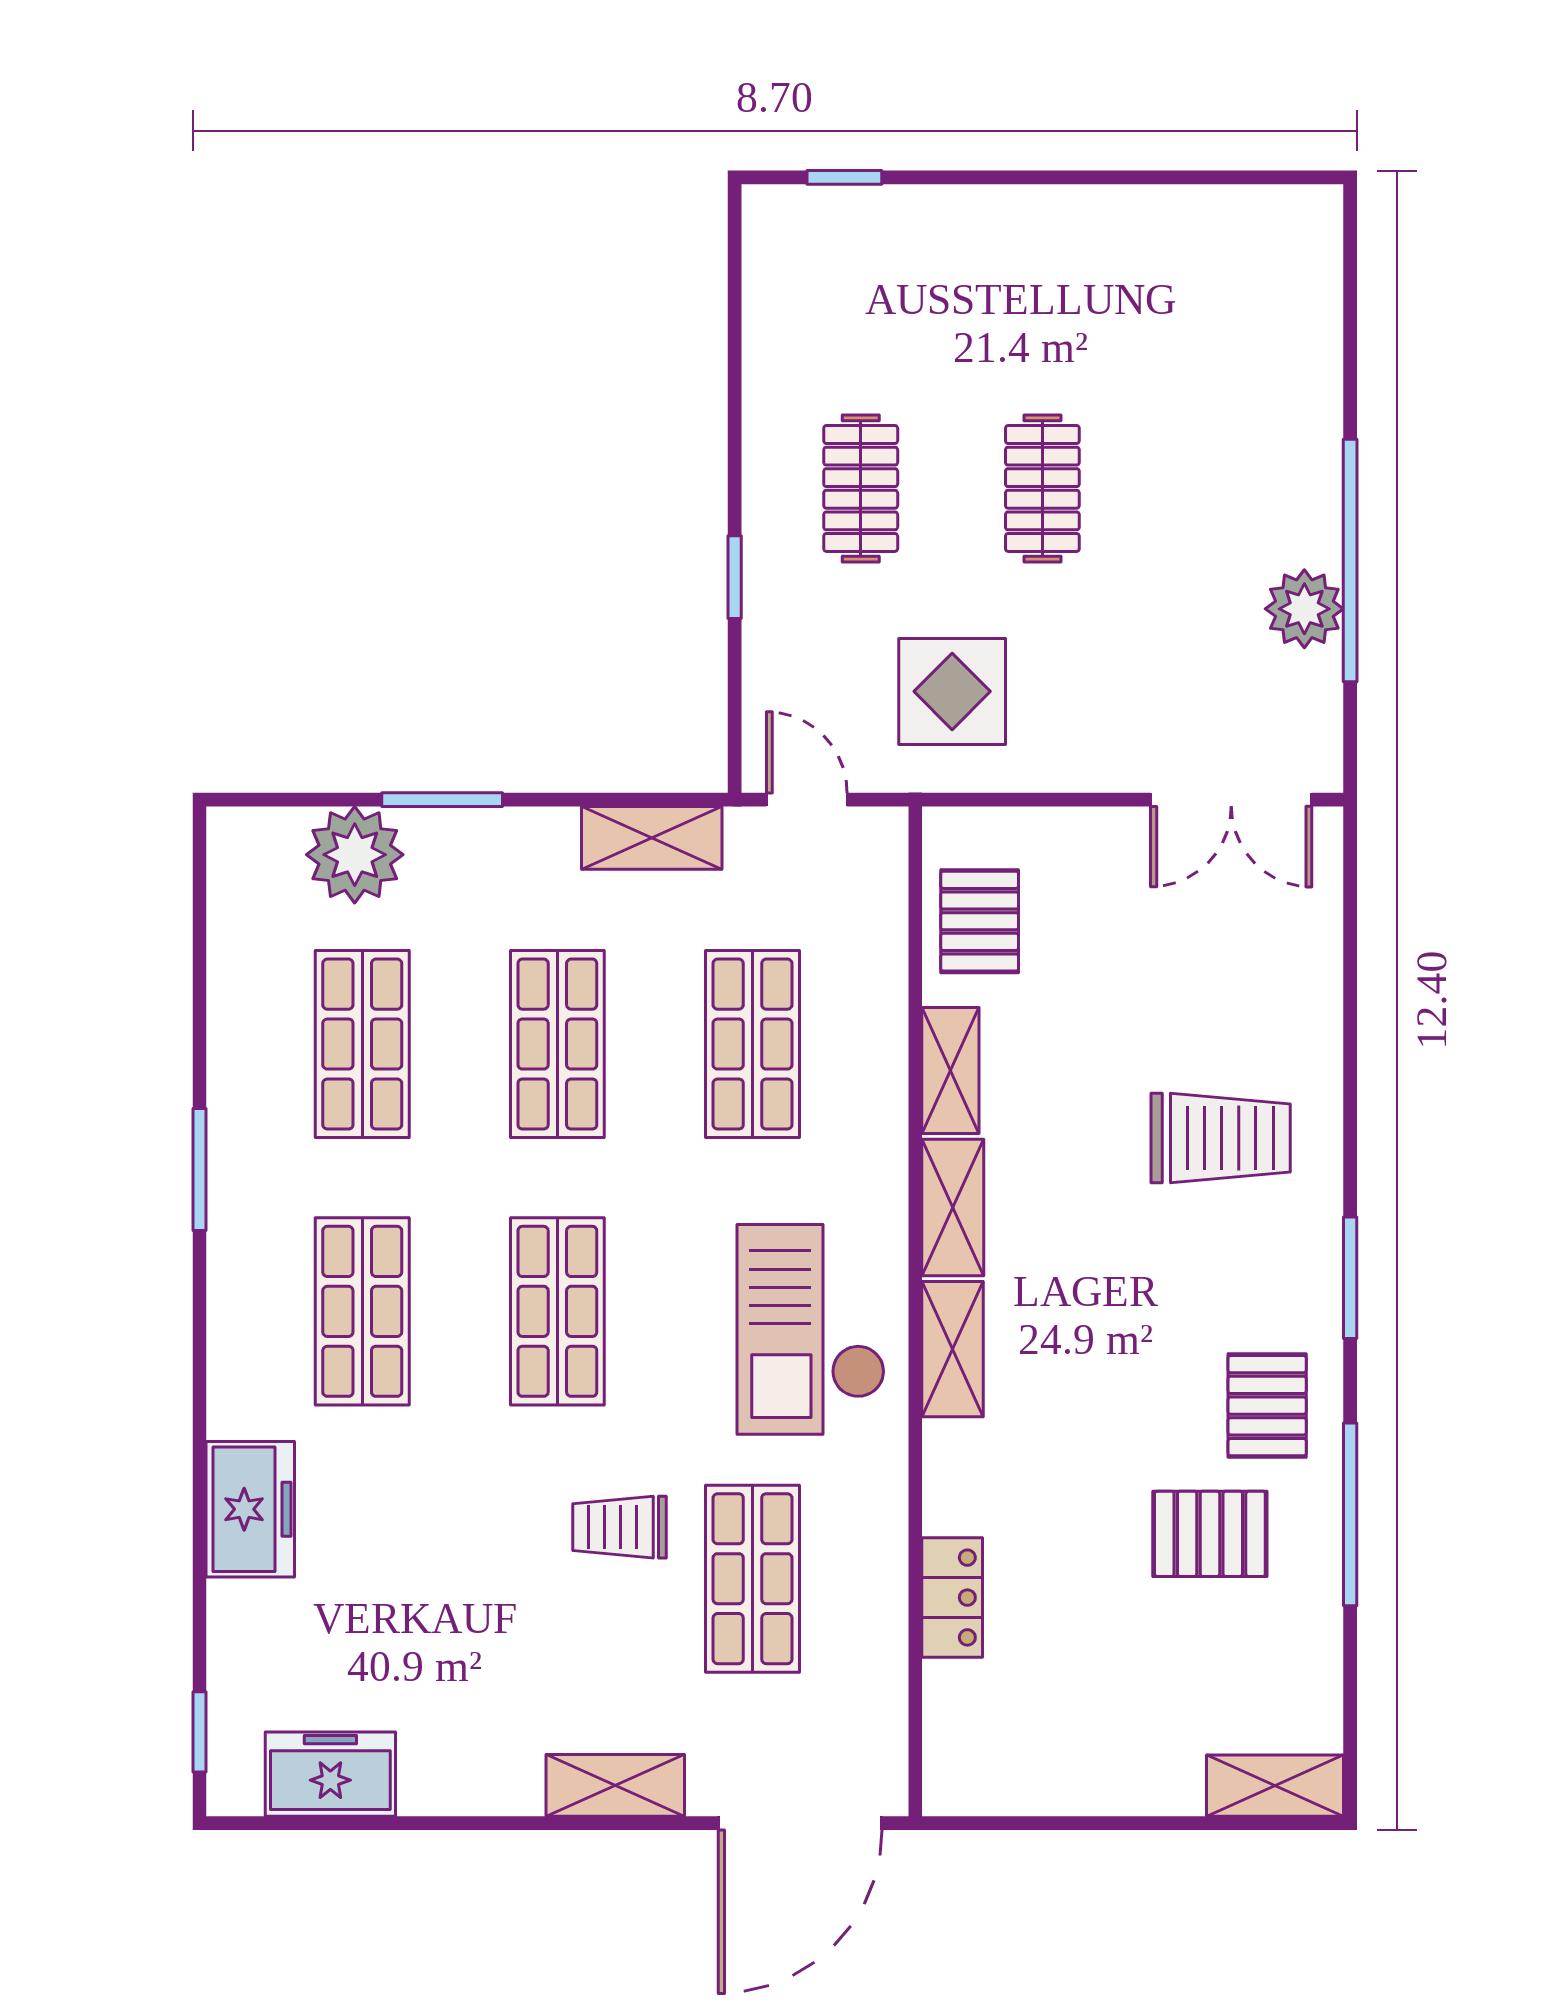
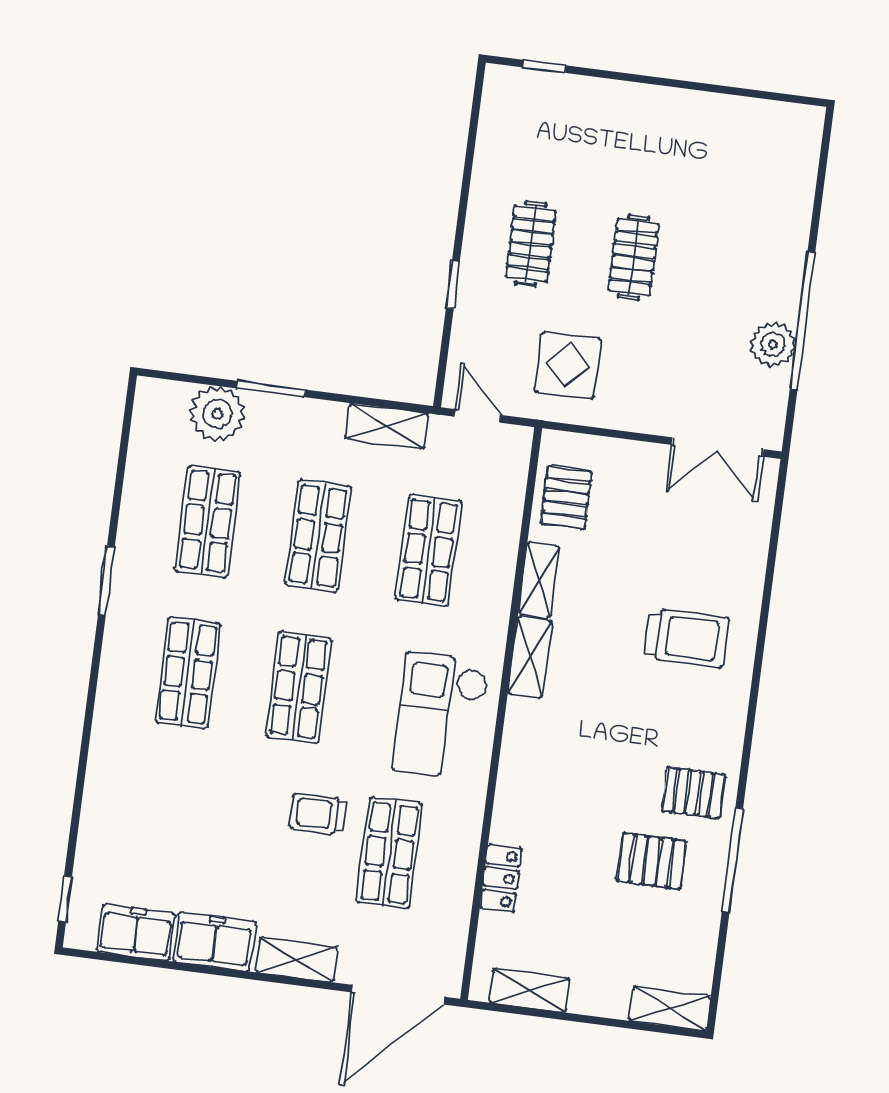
window: (1350, 1278) -> (750, 726), removed
shelving: (953, 1349) -> (529, 990), moved, turned 90
pallet: (1267, 1406) -> (693, 793), turned 90
freezer: (250, 1509) -> (214, 942), moved, turned -90

